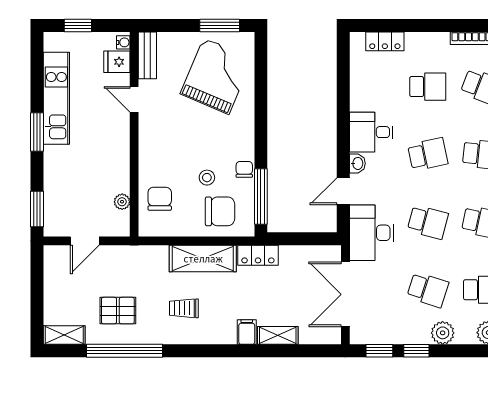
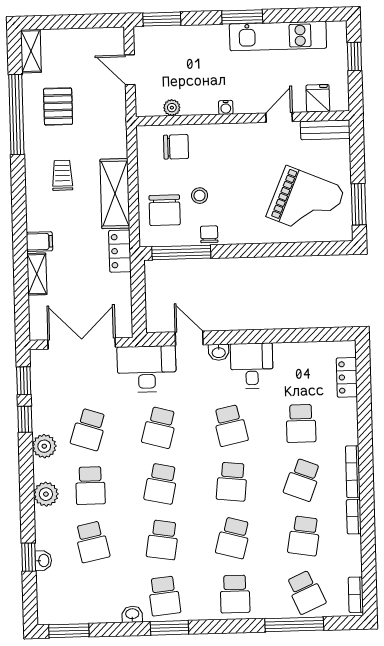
water cooler: (123, 42) -> (226, 107), moved
chair: (244, 169) -> (209, 234), turned -90

